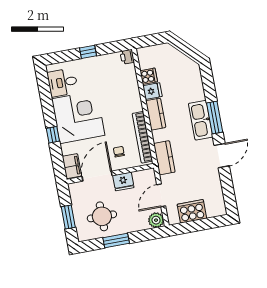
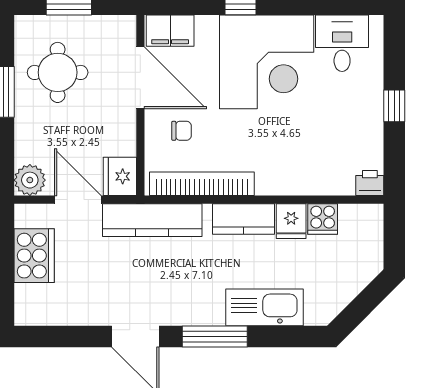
kitchen sink: (201, 120) -> (264, 307), moved
kitchen counter: (164, 158) -> (152, 220), width x1.50
fridge: (123, 181) -> (120, 176), moved

